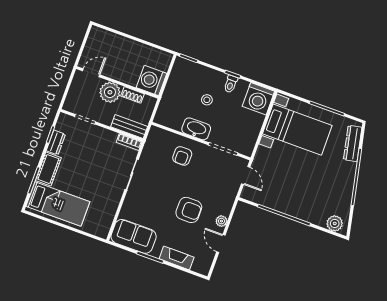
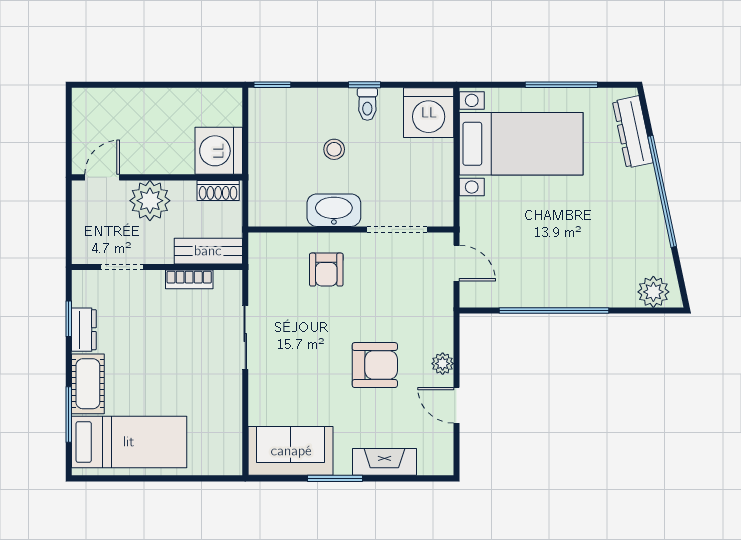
shoe rack: (133, 95) -> (218, 190), moved
bookcase: (129, 142) -> (189, 279), moved

